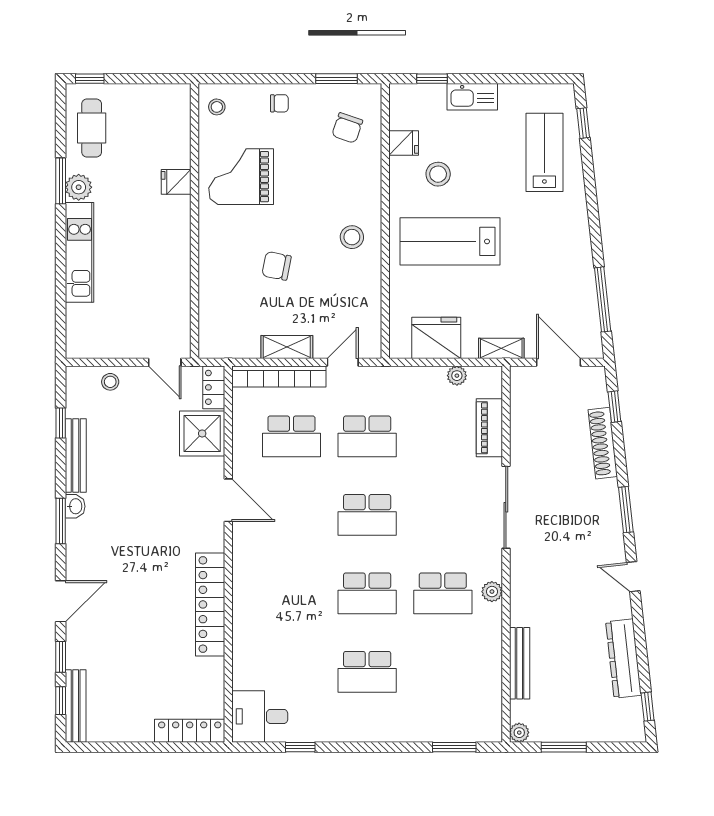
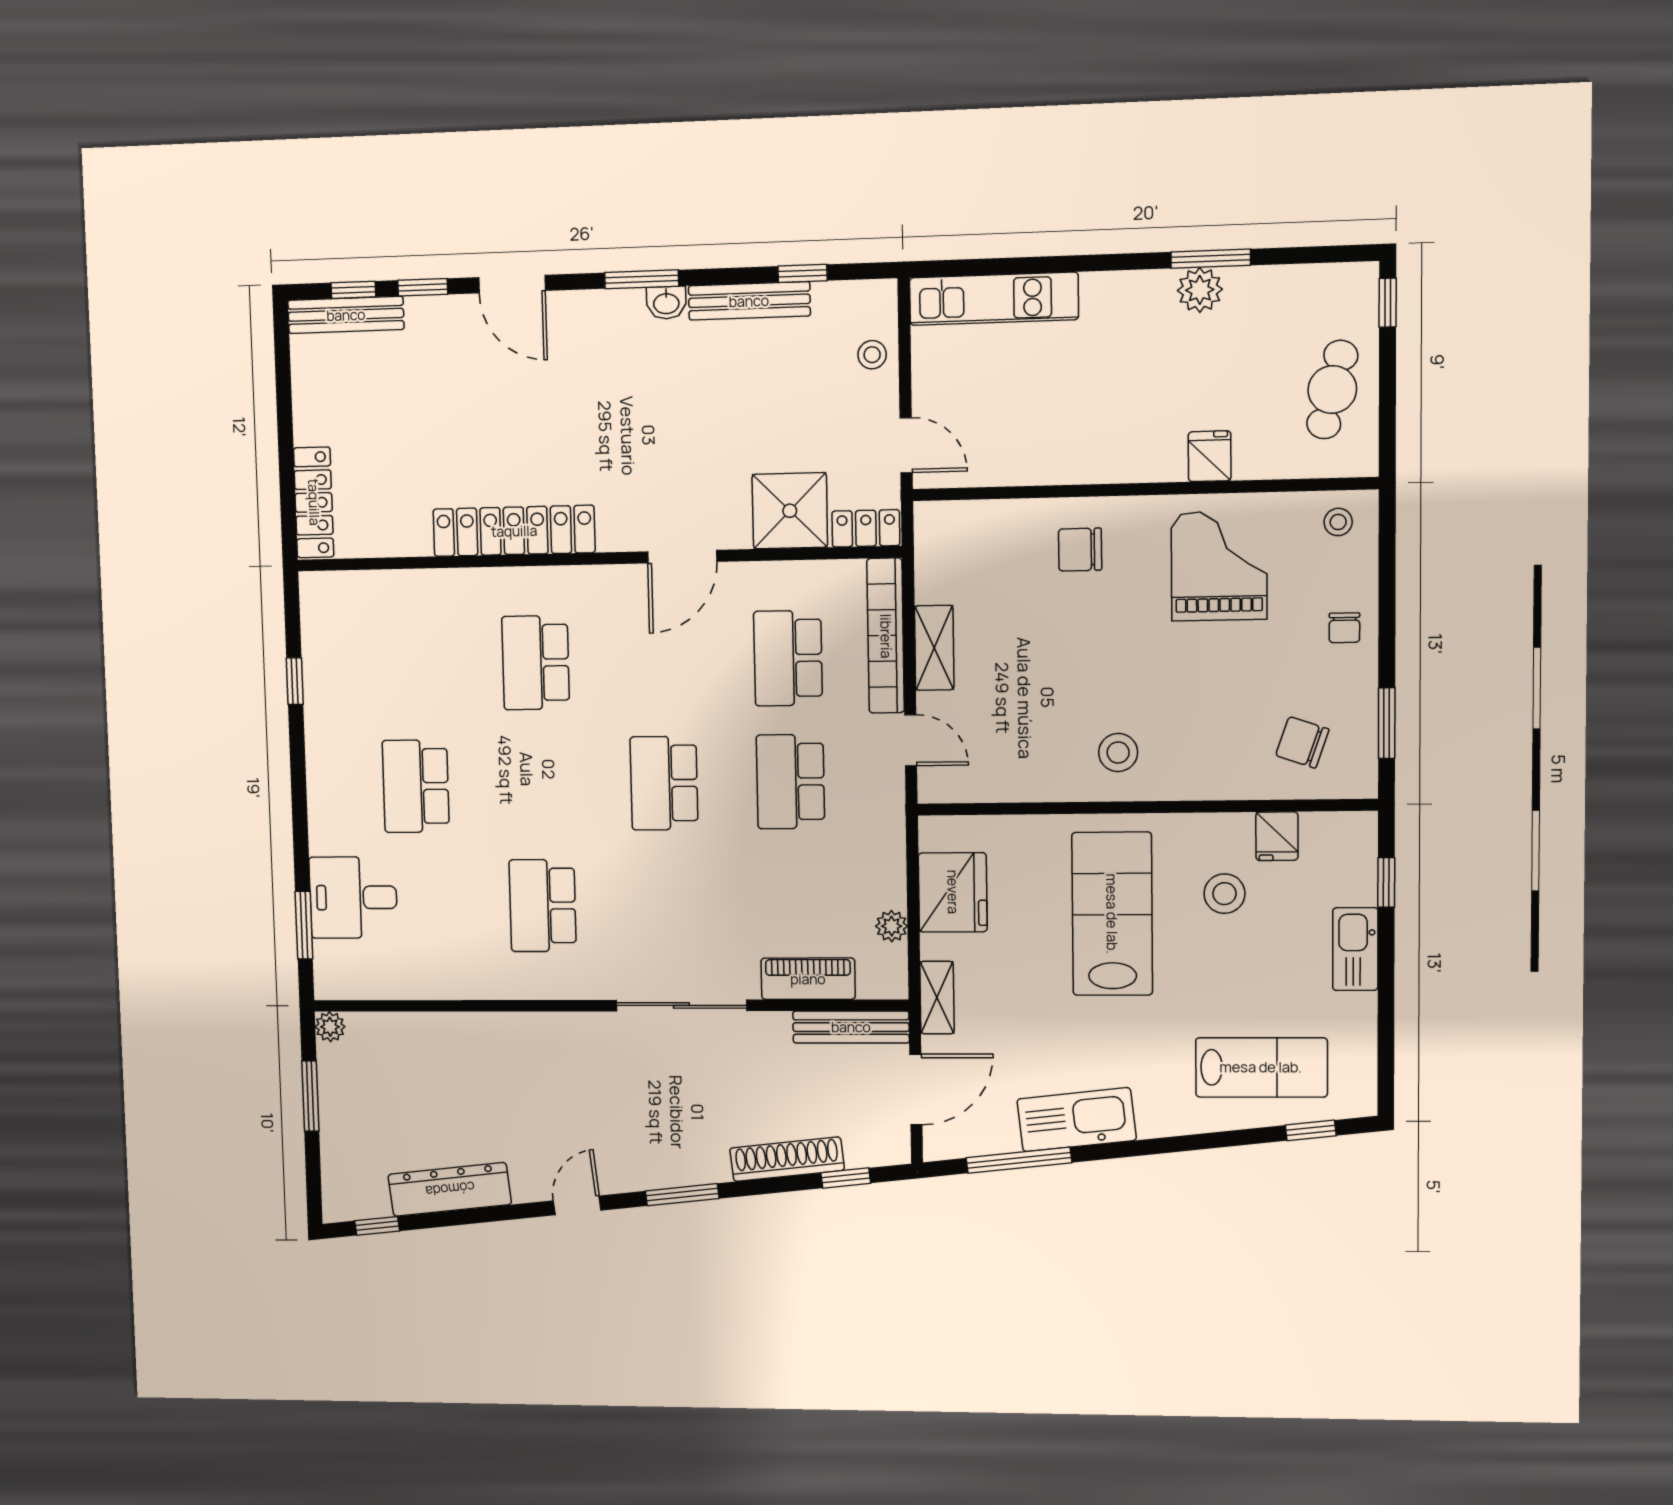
cafe table: (92, 128) -> (1332, 390), moved, turned -76
kitchen unit: (80, 252) -> (994, 299), moved
kitchen sink: (577, 264) -> (1077, 1120), added
chair: (276, 266) -> (1080, 550), moved, turned -101
door: (165, 362) -> (906, 445), swing flipped
plant: (492, 592) -> (548, 984), removed
school desk: (367, 593) -> (536, 663), moved
bench: (520, 663) -> (851, 1027), moved
desk: (260, 716) -> (353, 897), moved, turned -90

